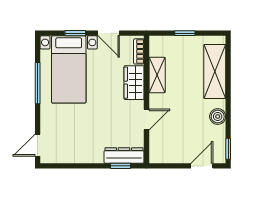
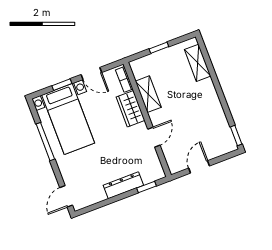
shelving: (215, 71) -> (198, 63), width x0.67, depth x0.75
boiler: (218, 117) -> (216, 111), removed
dresser: (124, 156) -> (123, 185), moved
door: (202, 166) -> (199, 167), moved

